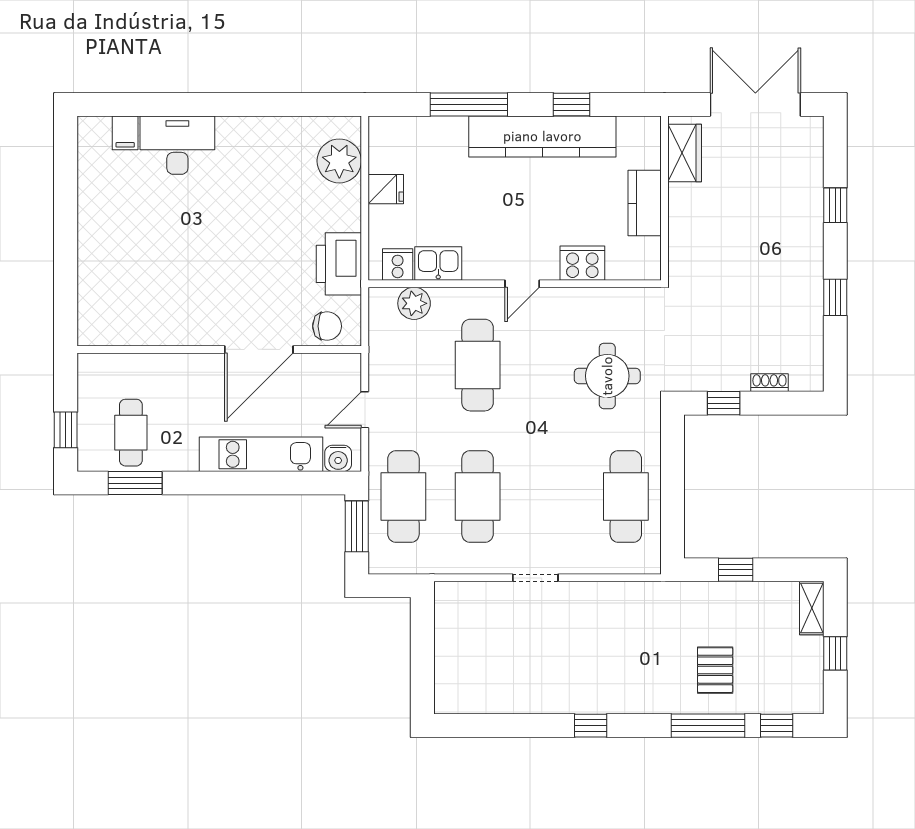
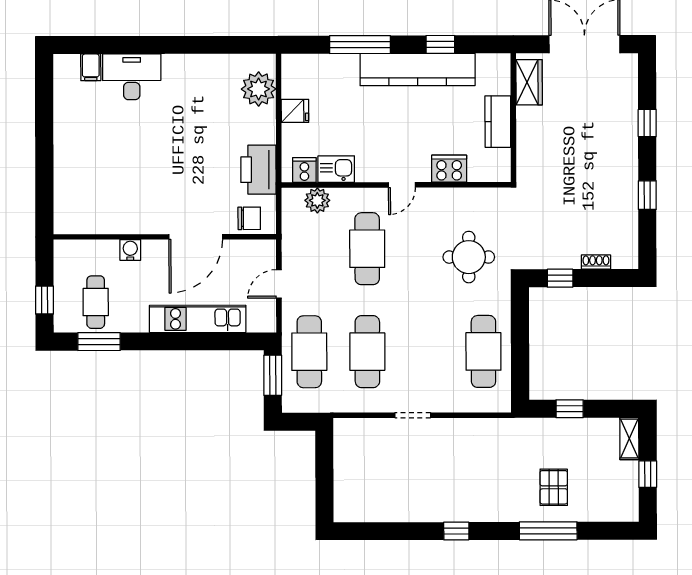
water cooler: (338, 458) -> (130, 250), moved, turned 180
window: (777, 726) -> (602, 531), removed

